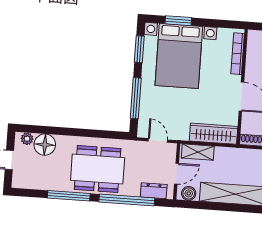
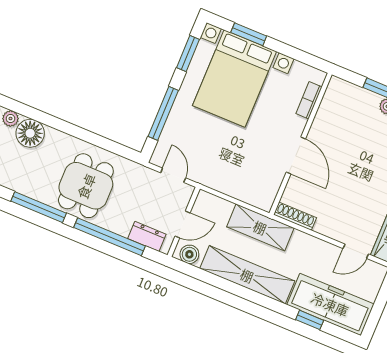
bookcase: (238, 54) -> (309, 100), width x0.64
wardrobe: (214, 134) -> (245, 190), removed
shelving: (198, 152) -> (260, 227), moved, width x1.50, depth x1.33
dining table: (98, 169) -> (86, 186), width x0.73

